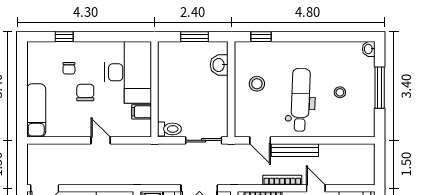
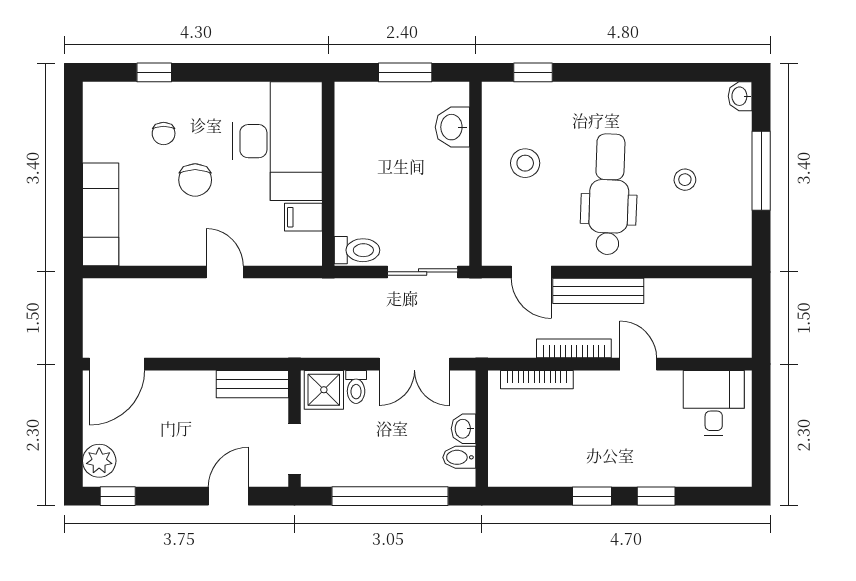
chair: (85, 92) -> (195, 180), turned 180

